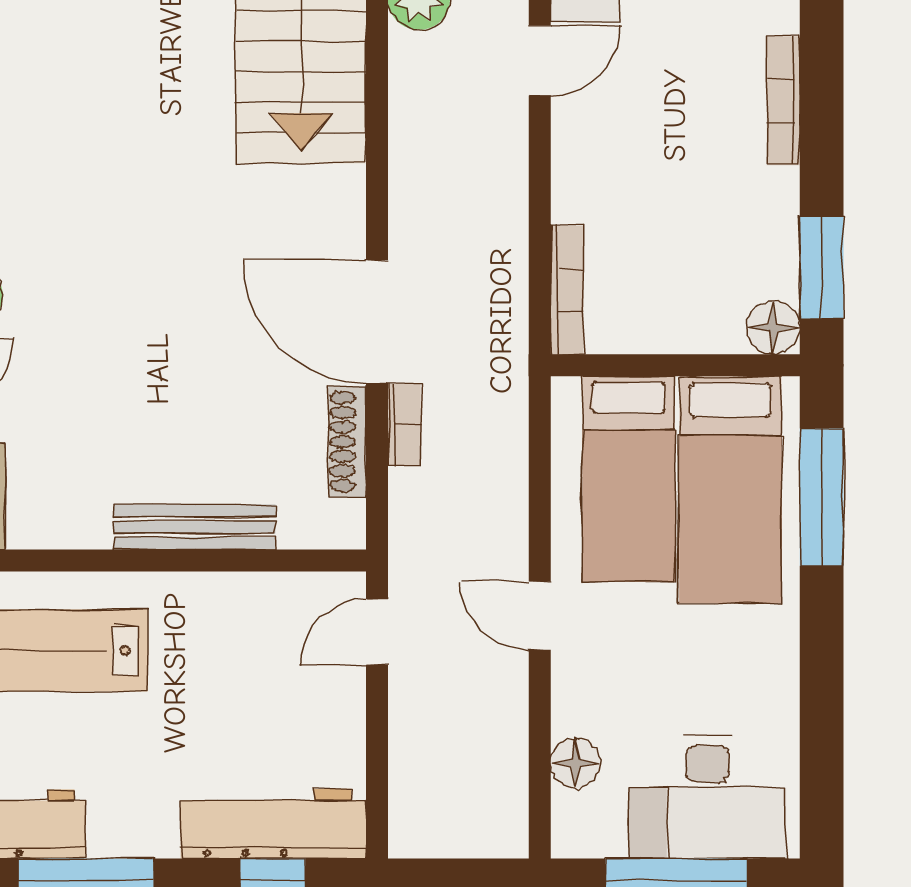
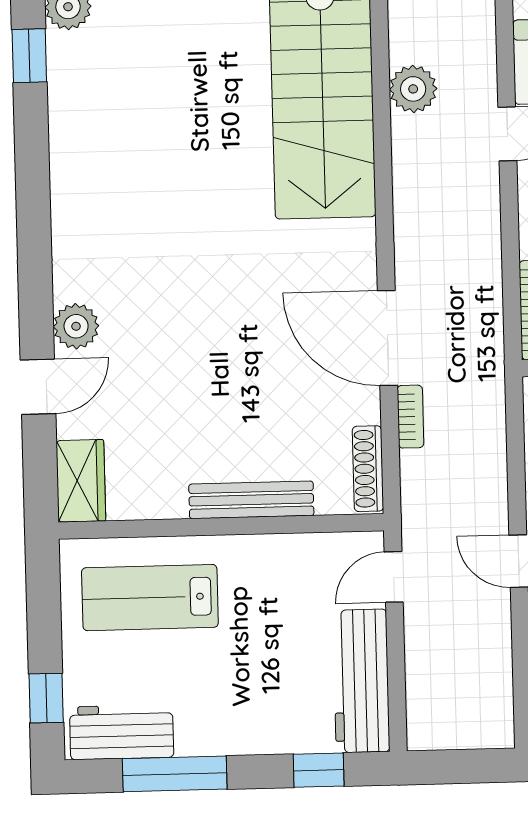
shoe rack: (347, 442) -> (368, 469), moved
workbench: (273, 824) -> (361, 681), moved, turned -90

